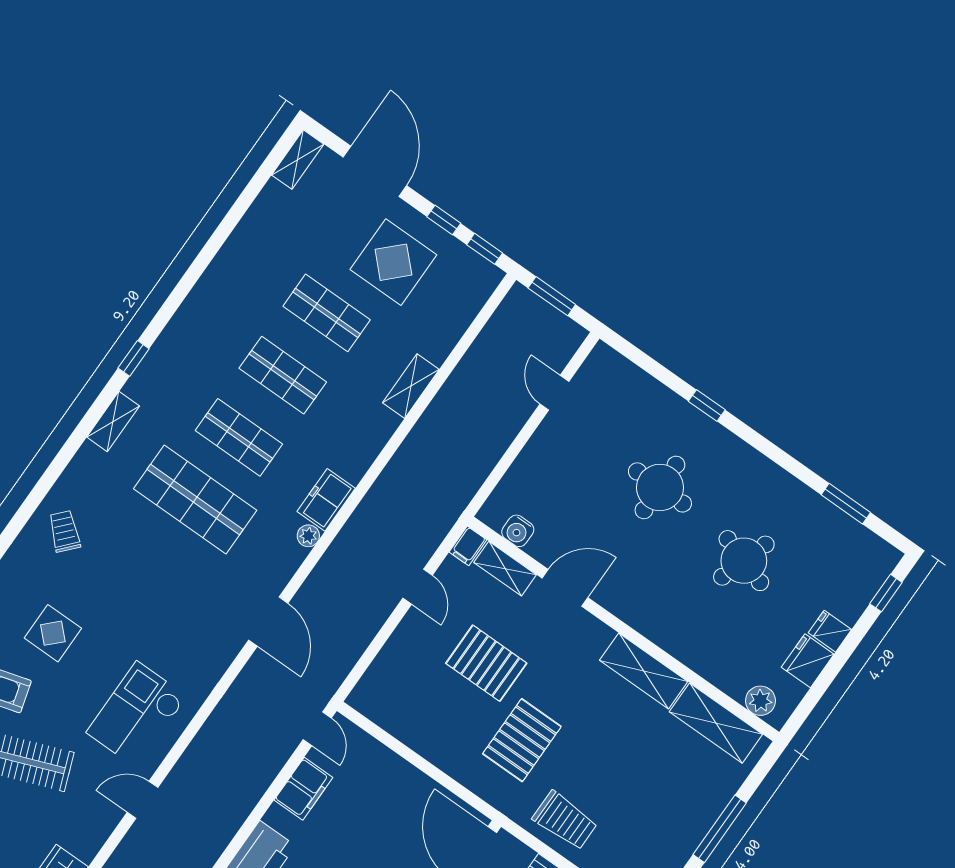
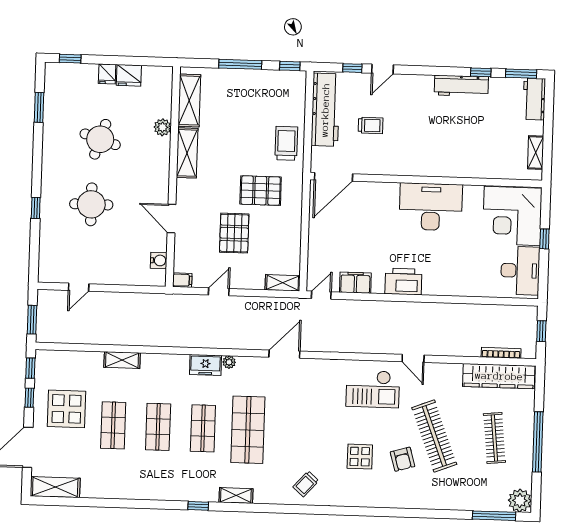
shelving: (298, 160) -> (55, 487), width x1.50, depth x1.33
shelving: (505, 569) -> (283, 283), moved, turned 90
plant: (760, 701) -> (162, 127), moved

